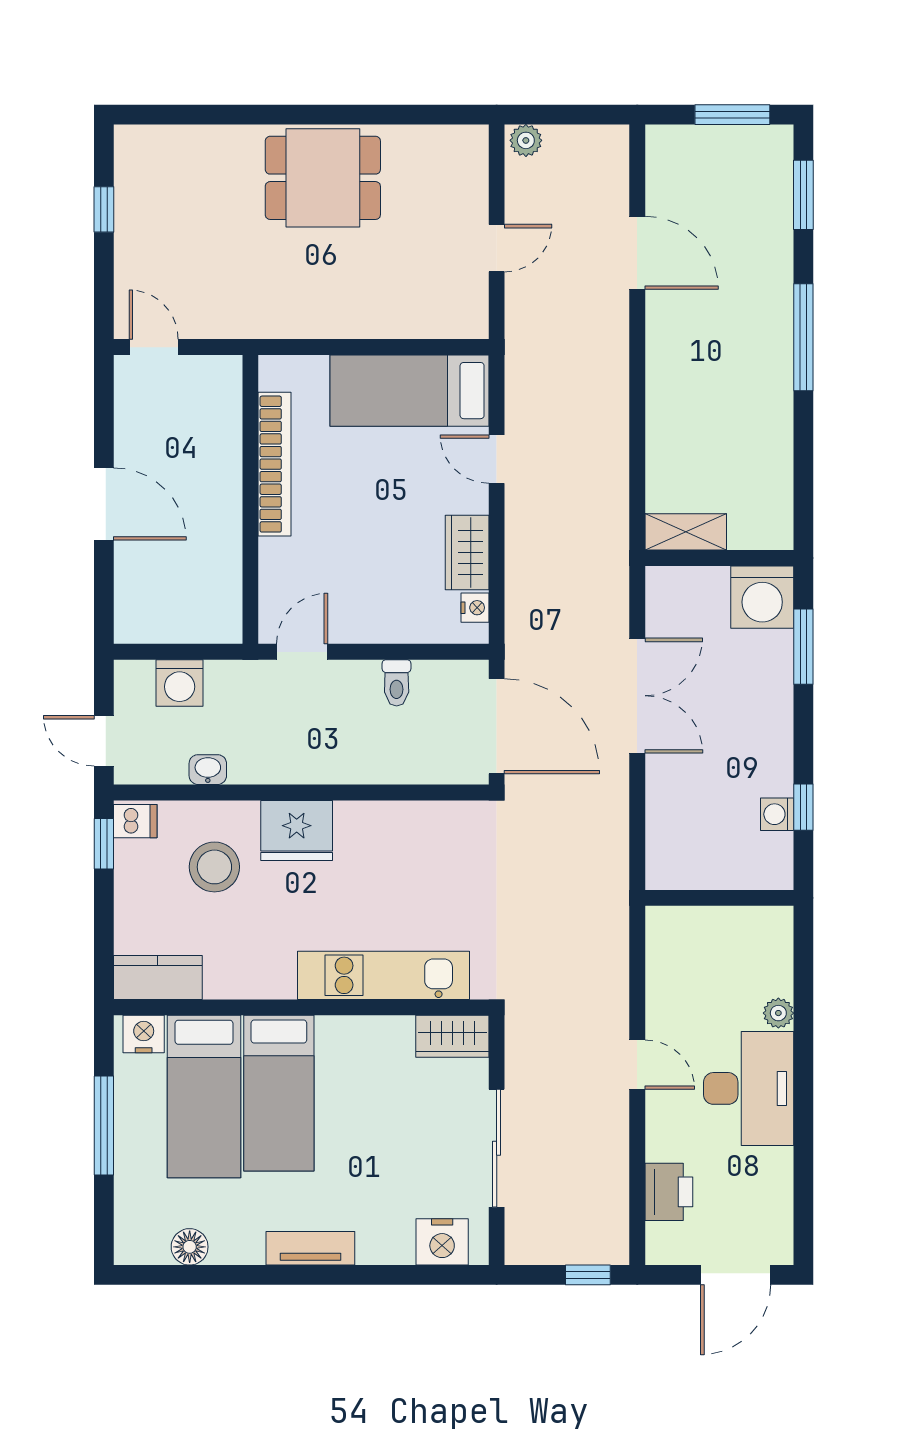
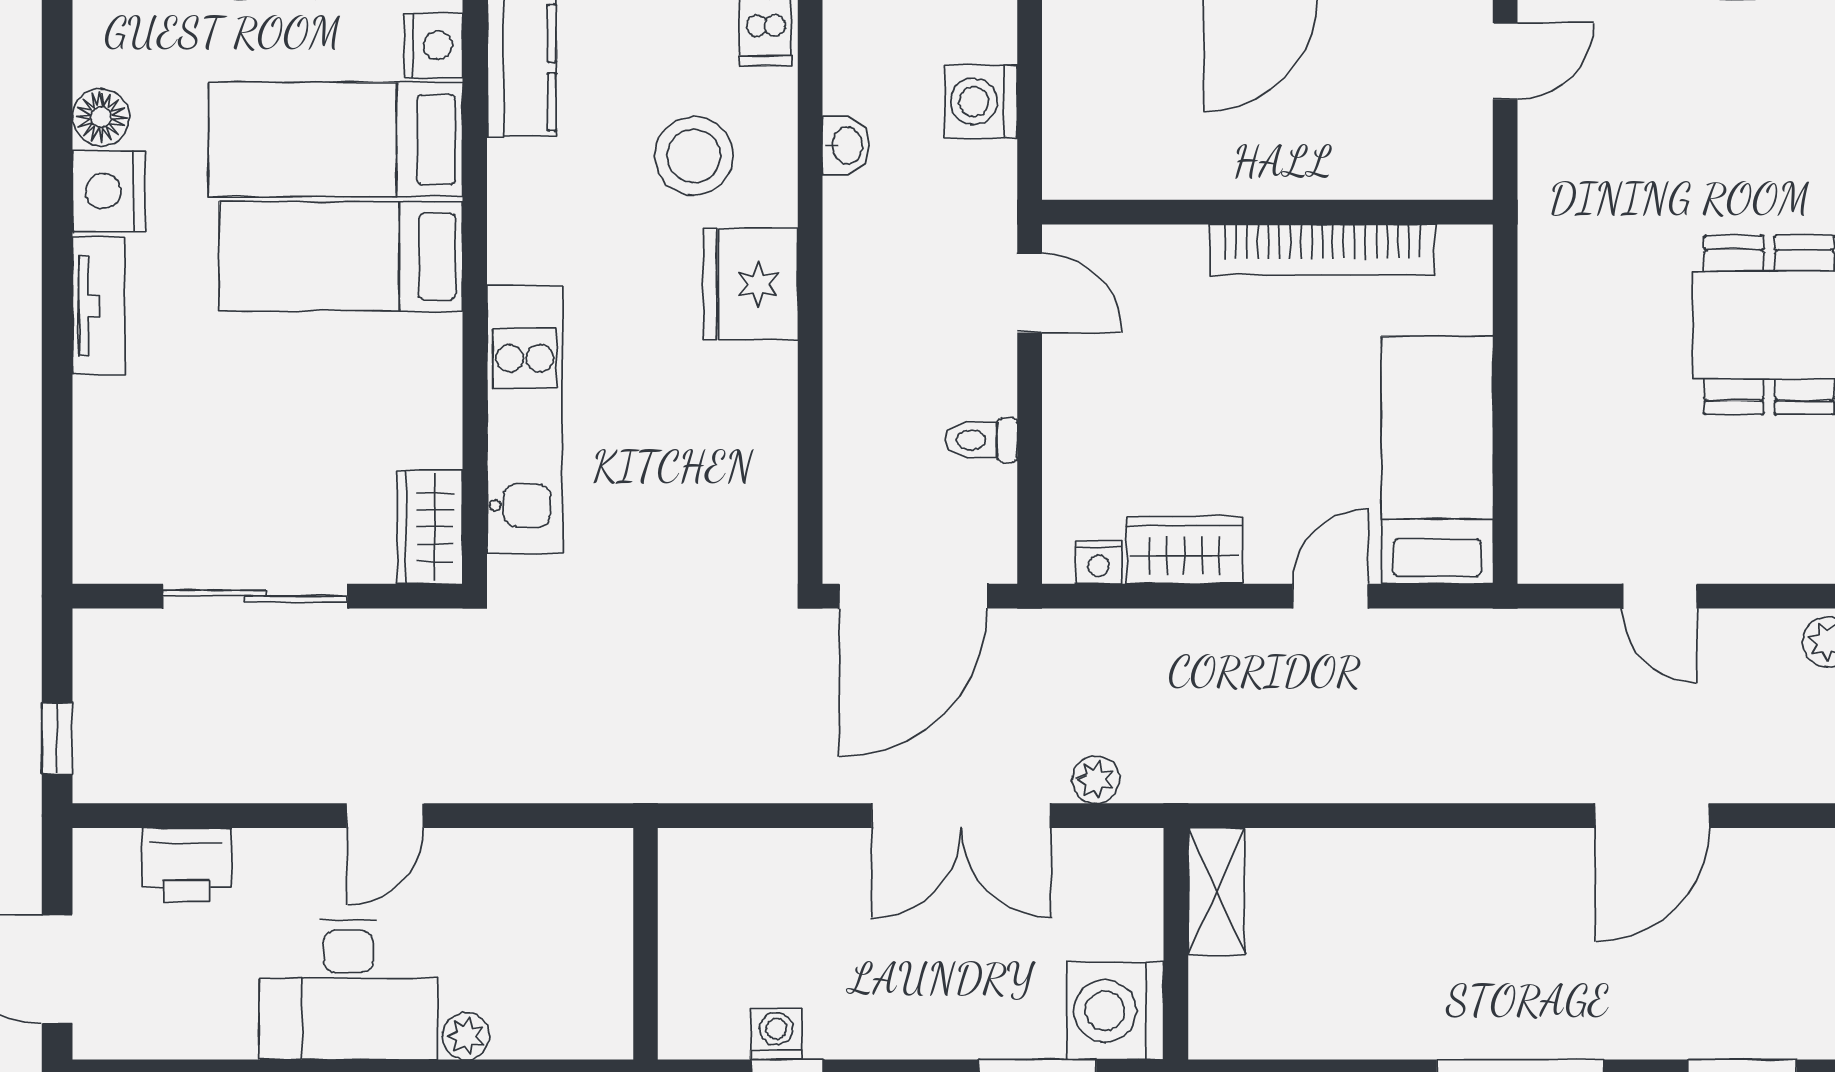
plant: (614, 609) -> (1096, 780), added
nightstand: (442, 1242) -> (109, 191), moved

